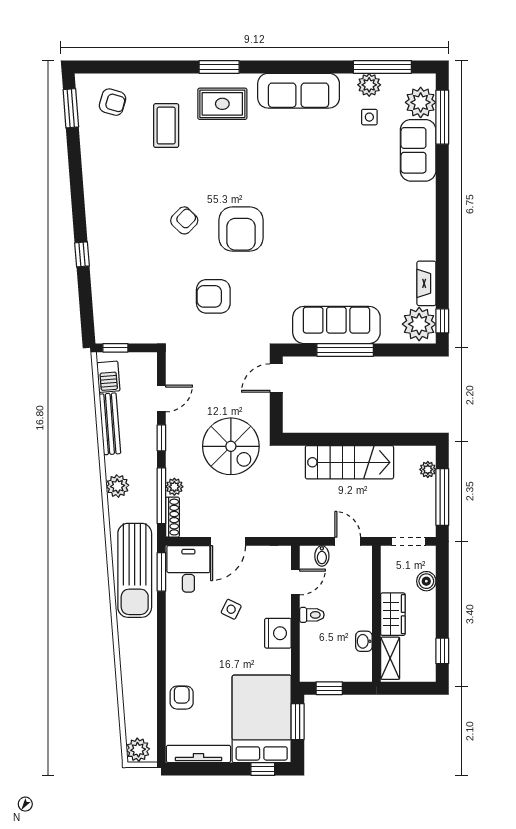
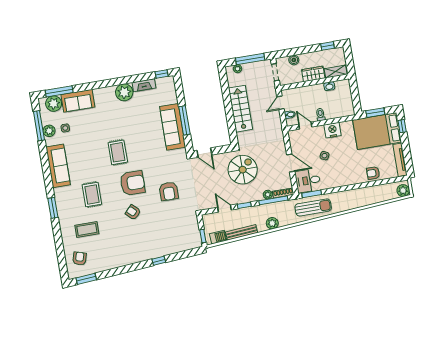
rug: (222, 104) -> (92, 194), moved
rug: (305, 211) -> (118, 152), added
plant: (419, 324) -> (124, 92), moved
sun lounger: (135, 570) -> (313, 207), width x0.73, depth x0.75
window: (329, 688) -> (356, 100), removed

